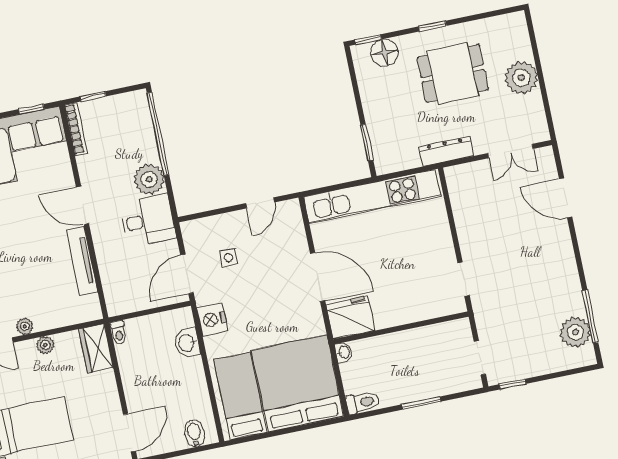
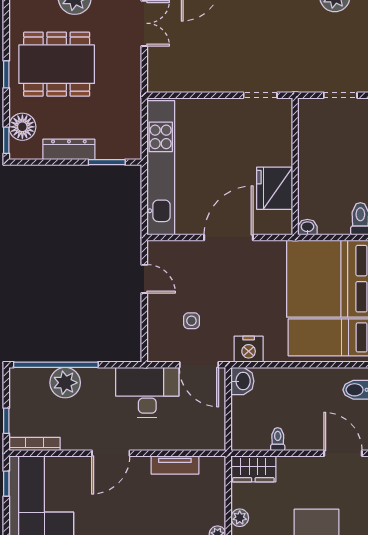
dining table: (453, 73) -> (57, 64), width x1.38
dresser: (446, 151) -> (69, 149), moved, turned 90
plant: (149, 179) -> (65, 383), moved
desk: (148, 220) -> (147, 392), width x1.37
tv unit: (82, 261) -> (175, 465), width x0.71
fridge: (350, 317) -> (275, 188), moved
toilet: (119, 332) -> (278, 439), moved, turned -90
washbasin: (187, 343) -> (242, 381), moved, turned -90

